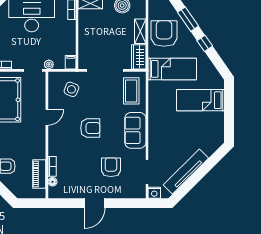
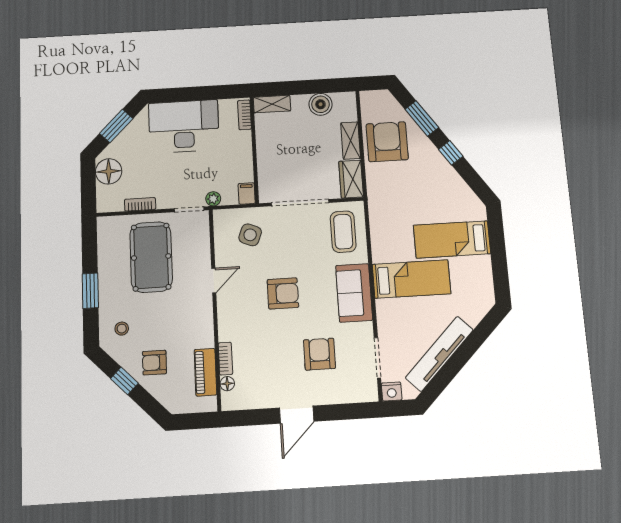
bed: (172, 69) -> (411, 279), moved

